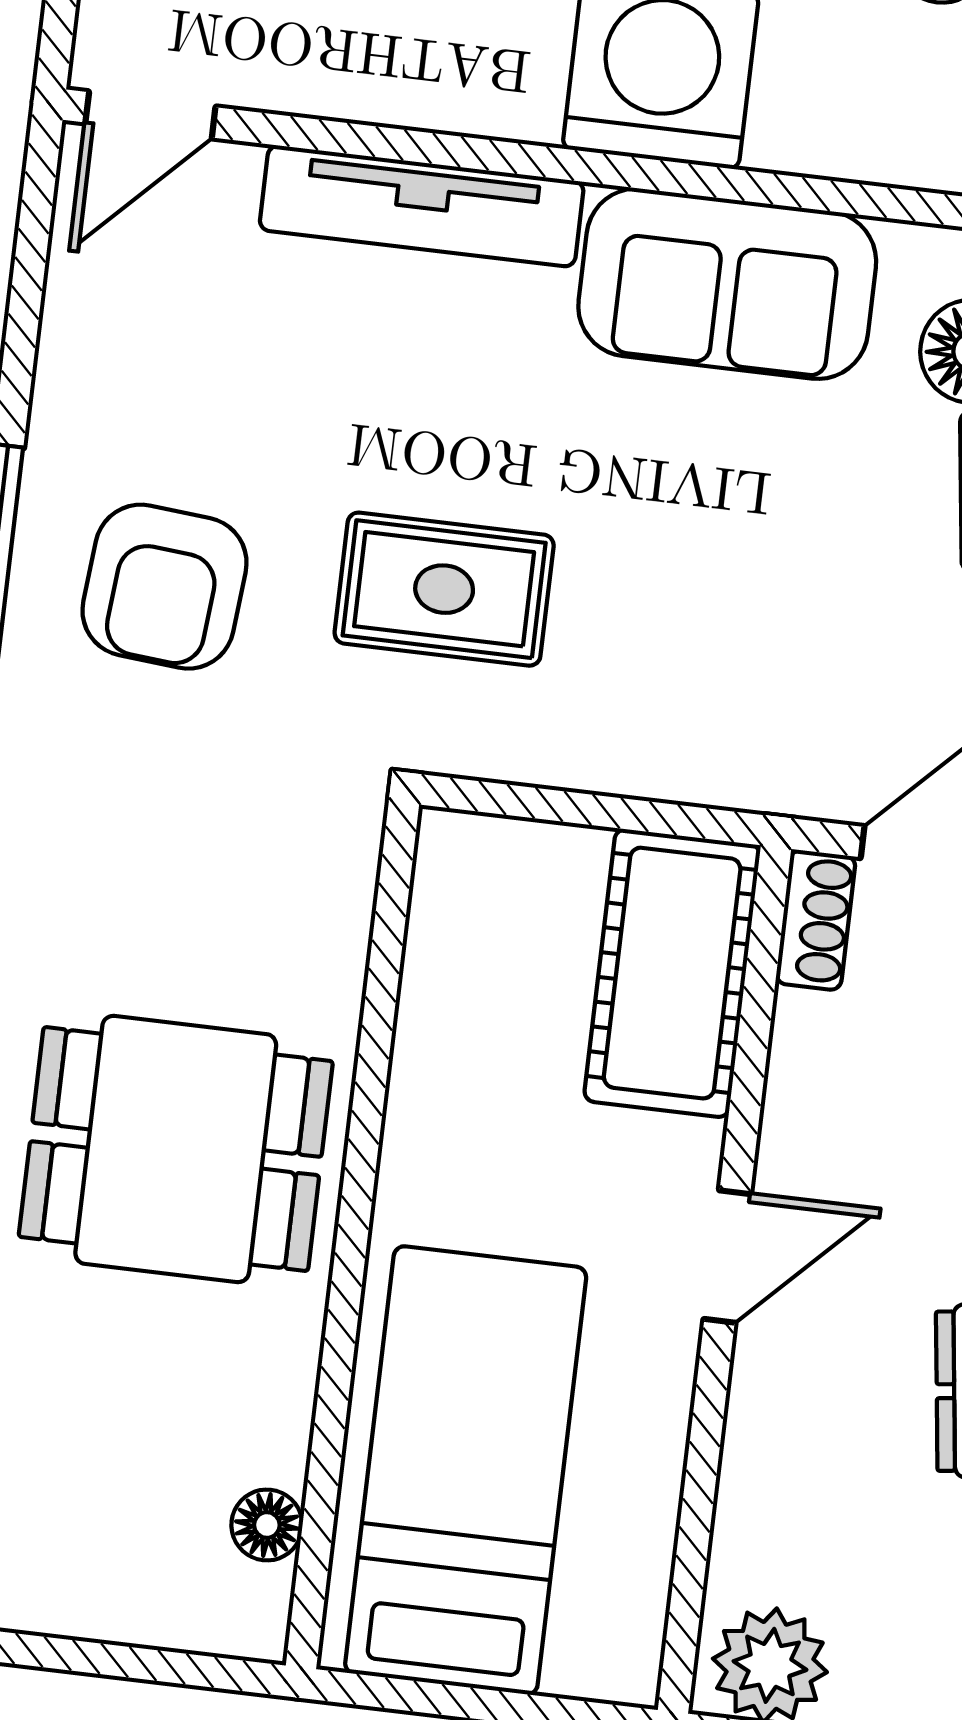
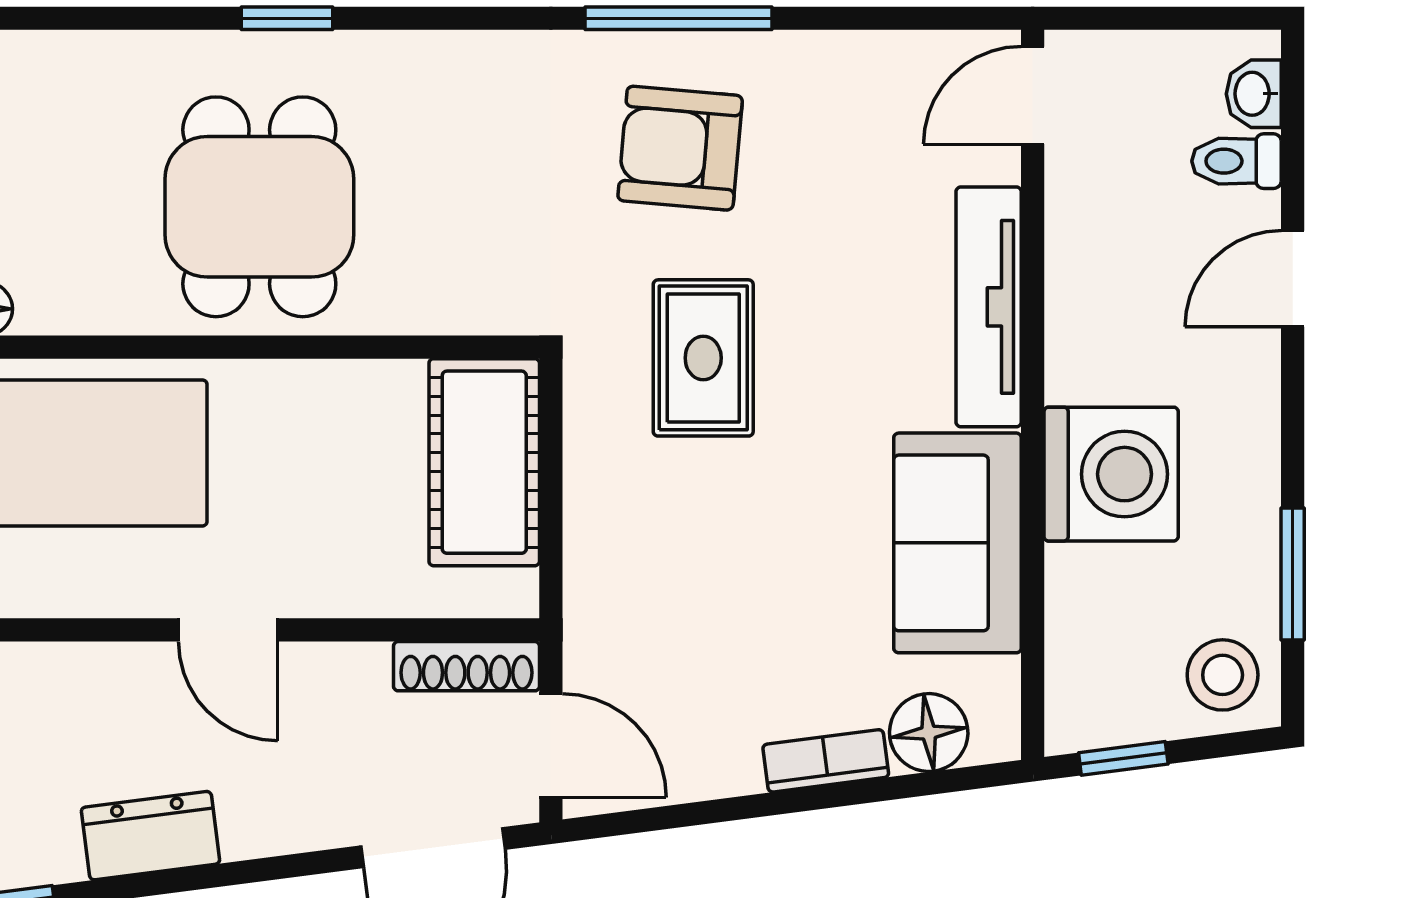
door: (150, 115) -> (1033, 95), hinge flipped
shoe rack: (816, 920) -> (466, 666), width x1.43
cot: (672, 973) -> (484, 462), moved, turned 90

